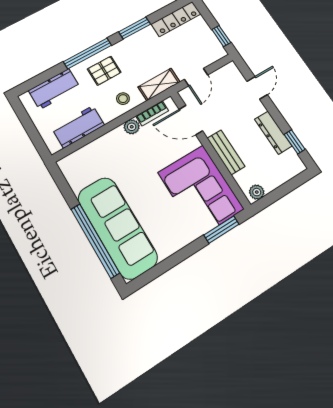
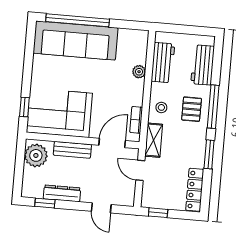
plant: (132, 127) -> (139, 72), moved
plant: (257, 192) -> (36, 155), width x1.87, depth x1.87
window: (221, 230) -> (24, 107), width x0.67

